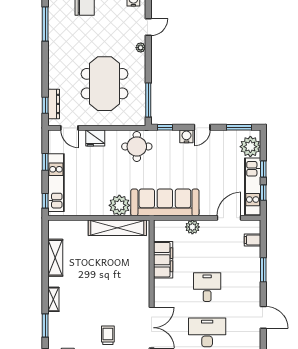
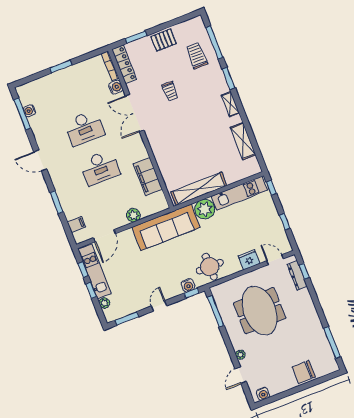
water cooler: (186, 136) -> (188, 285), moved
plant: (250, 147) -> (104, 303), width x0.53, depth x0.53
kitchen unit: (56, 183) -> (239, 193), moved, turned -90
desk: (207, 287) -> (100, 168), width x1.37

